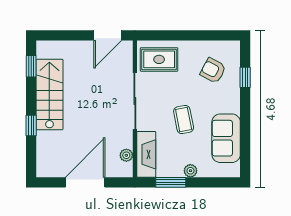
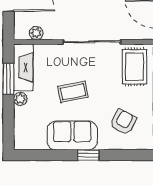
window: (245, 77) -> (88, 155), moved
sofa: (226, 138) -> (72, 135), moved
fireplace: (146, 154) -> (23, 67), moved, turned -90

